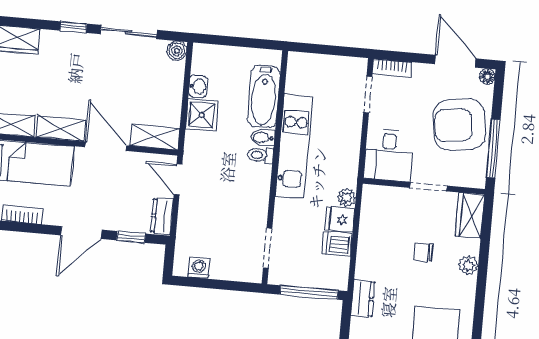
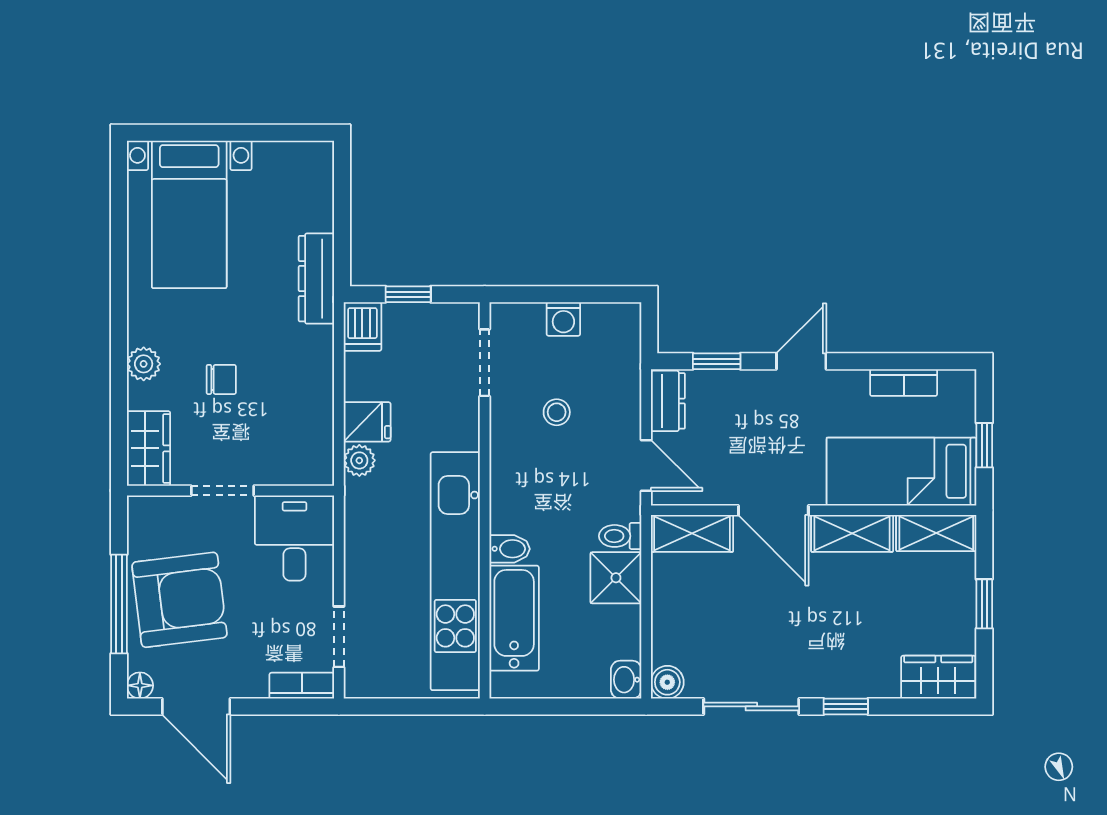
washbasin: (198, 86) -> (626, 680), moved
kitchen unit: (294, 146) -> (455, 571), width x1.36
window: (493, 148) -> (119, 604), moved
toilet: (260, 155) -> (620, 536), moved, turned 180
stool: (228, 215) -> (557, 412), added
door: (81, 232) -> (801, 361), width x0.73
dishwasher: (337, 244) -> (362, 326), moved, turned 90
washing machine: (199, 268) -> (563, 319), moved
window: (309, 292) -> (408, 294), width x0.46
dresser: (363, 298) -> (316, 279), width x1.44

